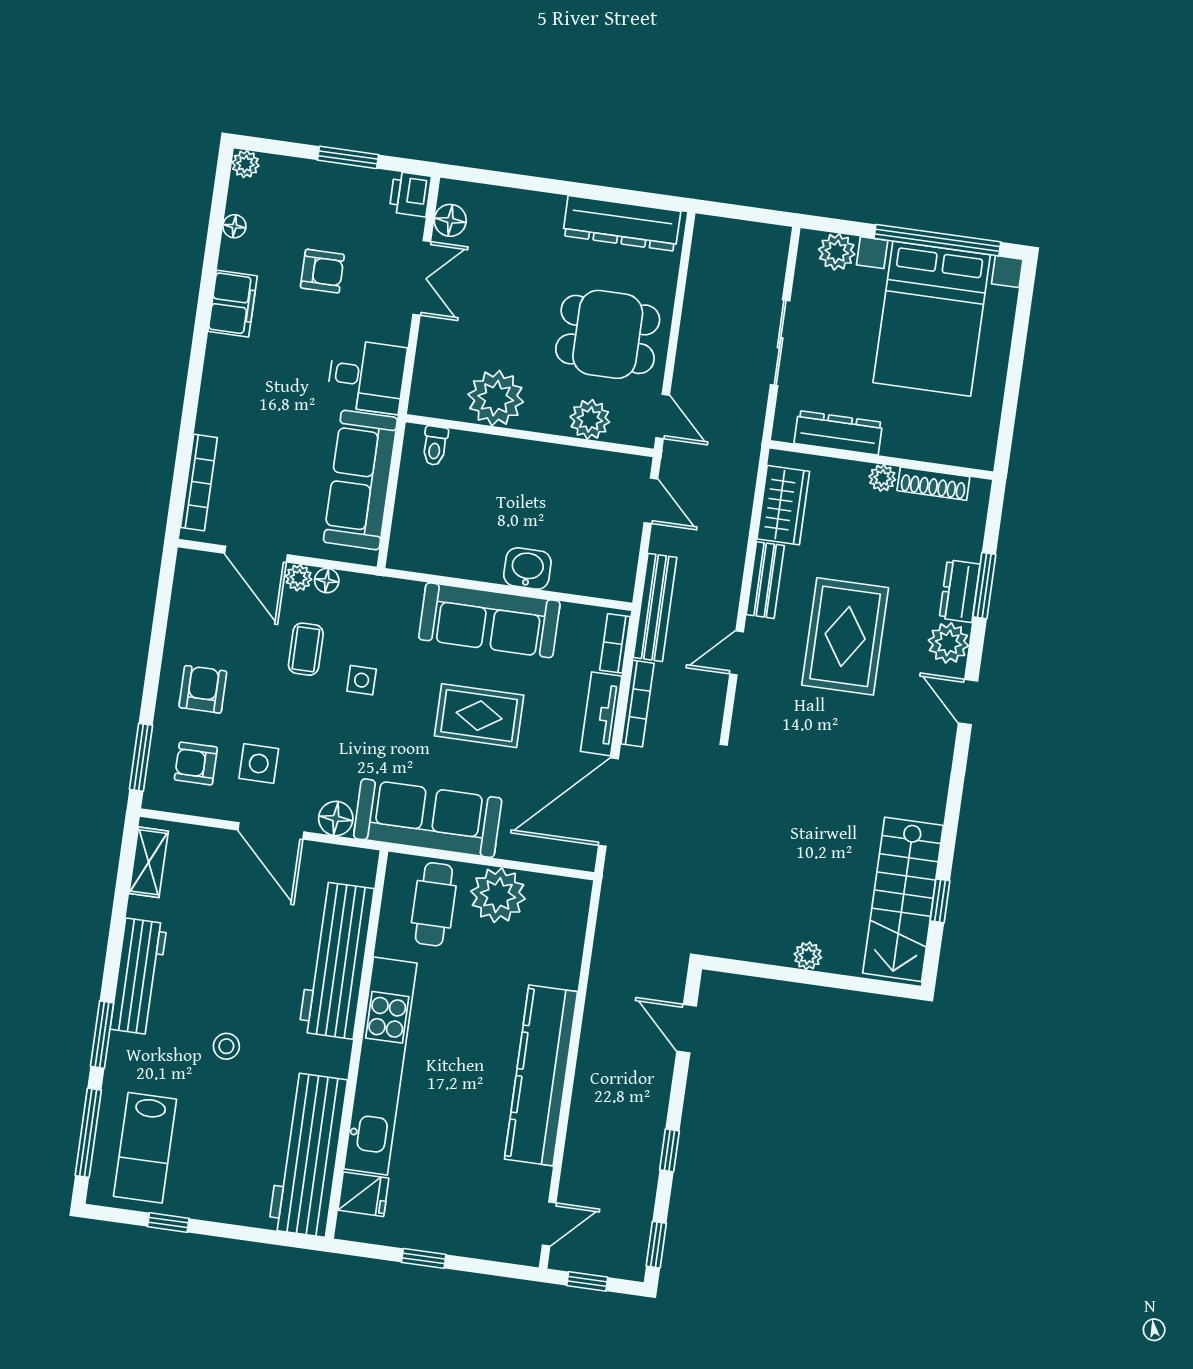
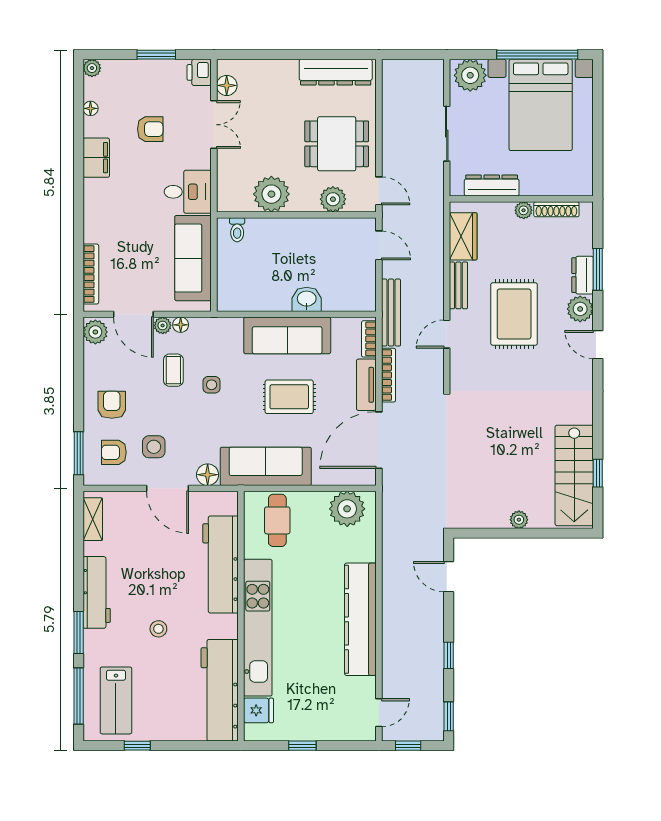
plant: (837, 252) -> (470, 75), width x1.36, depth x1.36
plant: (193, 573) -> (95, 332), added
plant: (498, 895) -> (347, 509), moved

